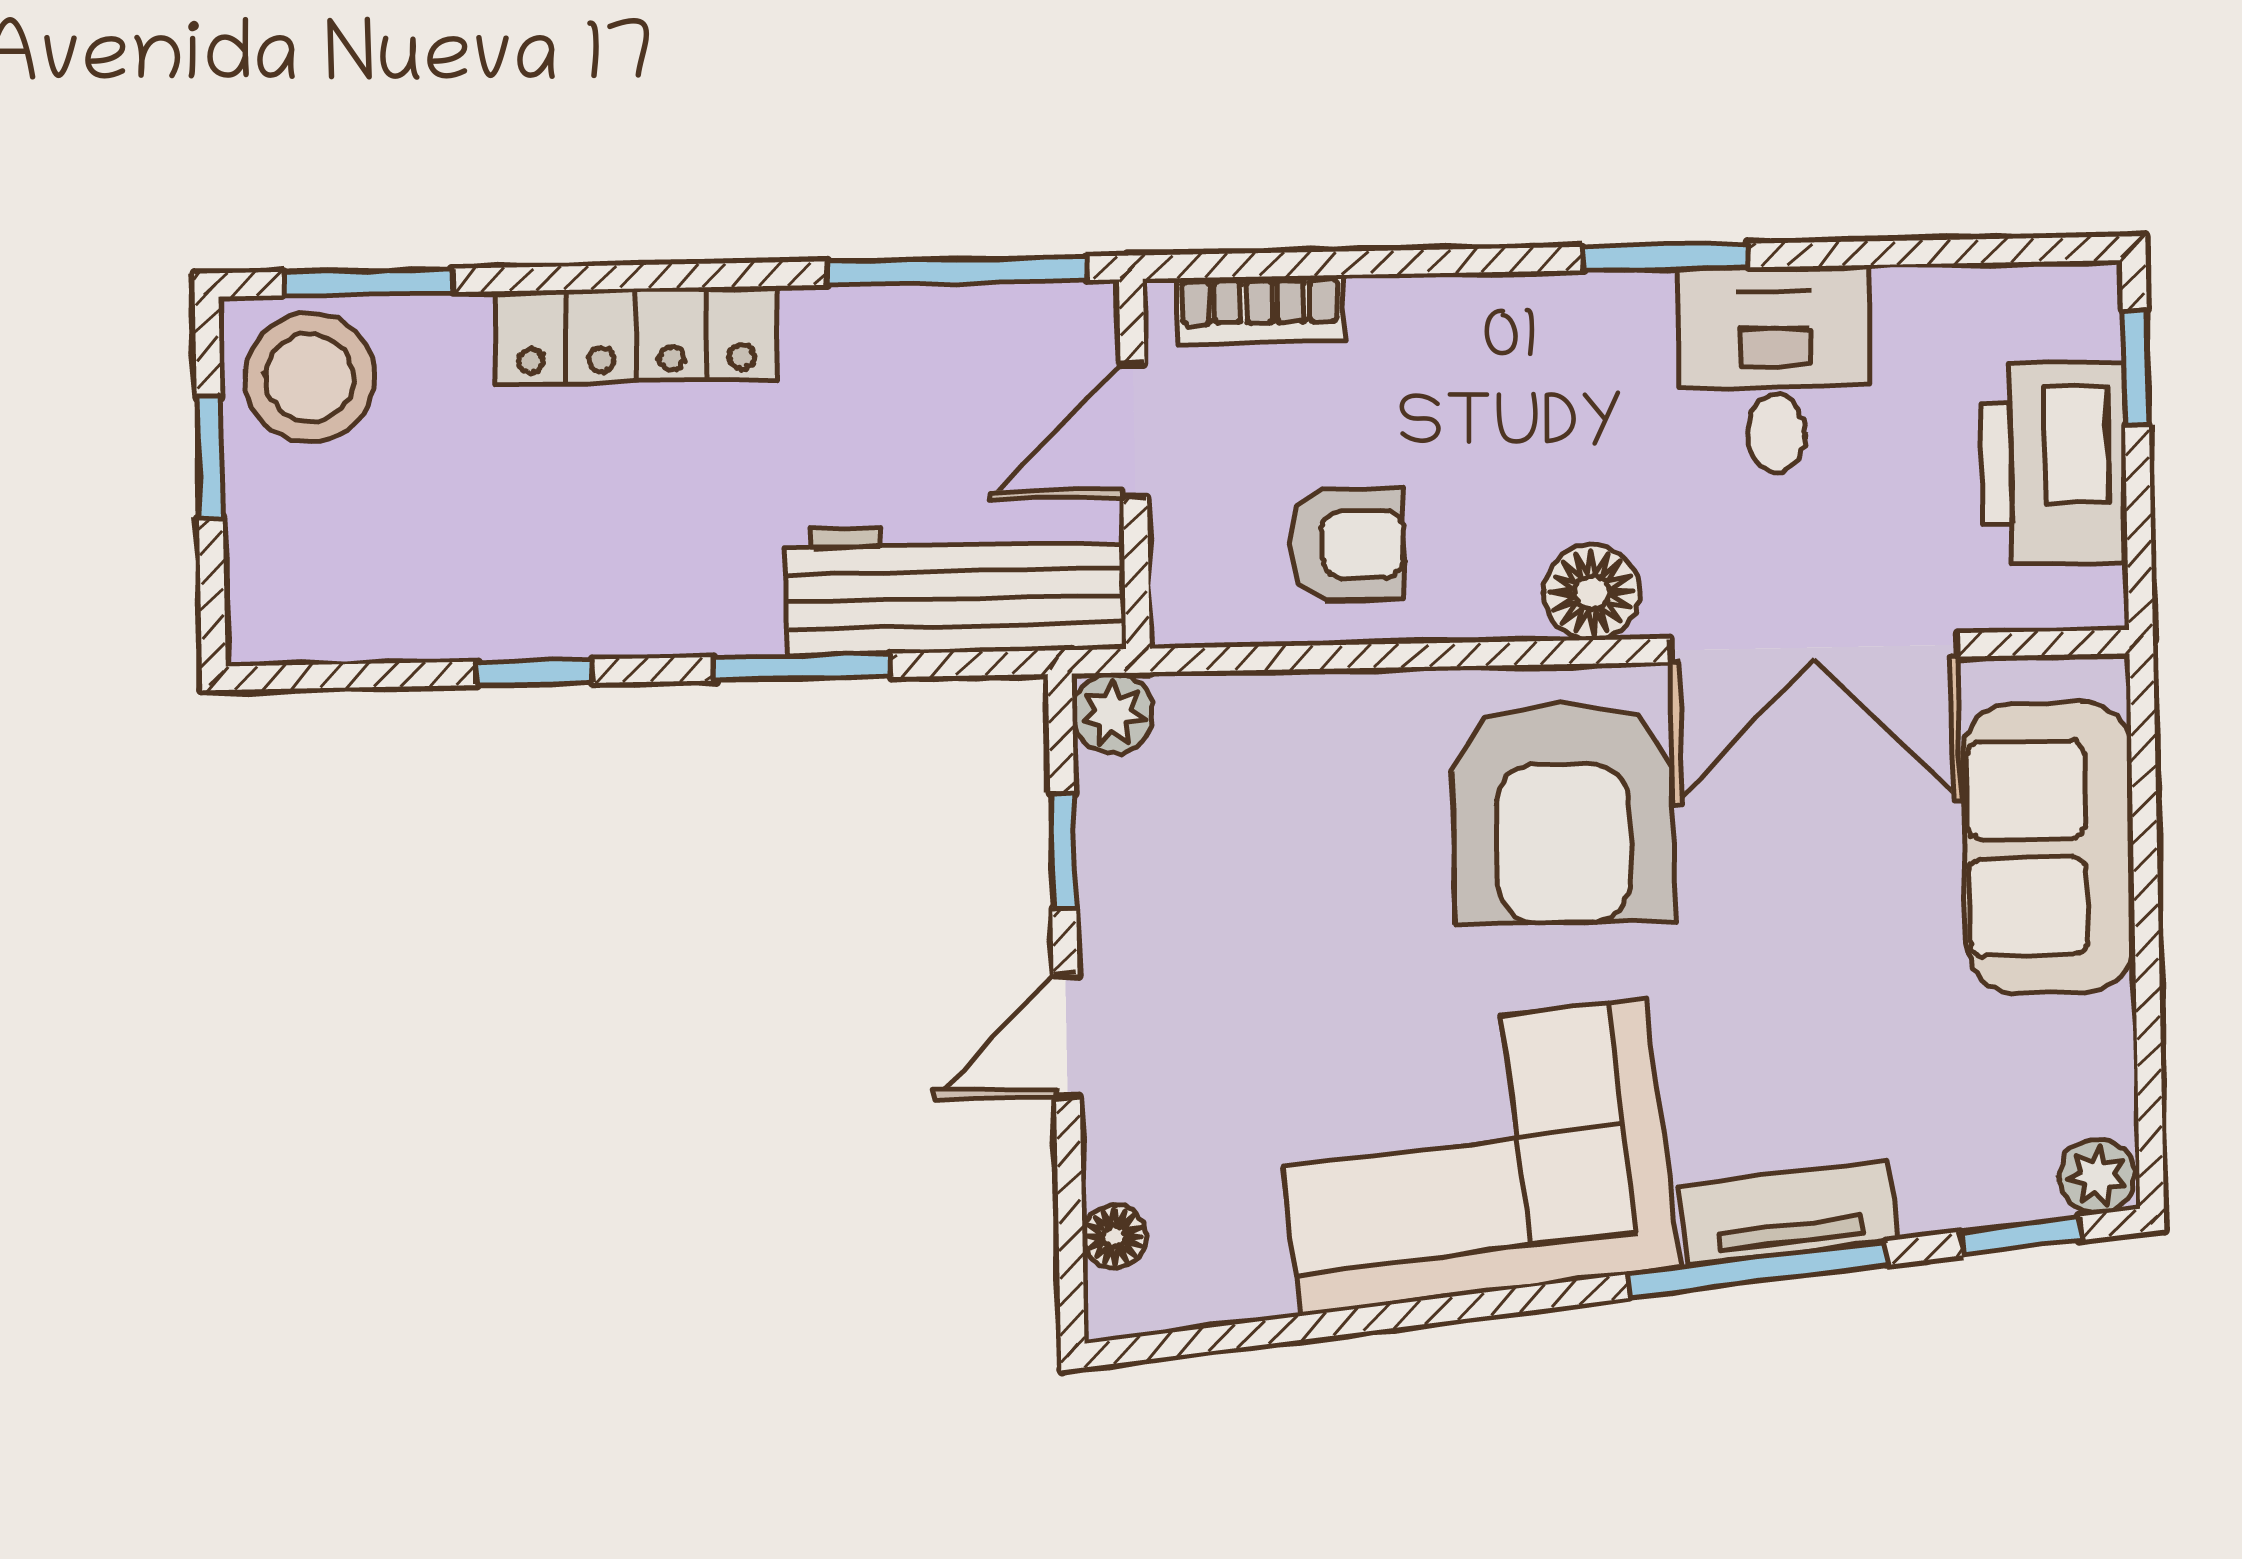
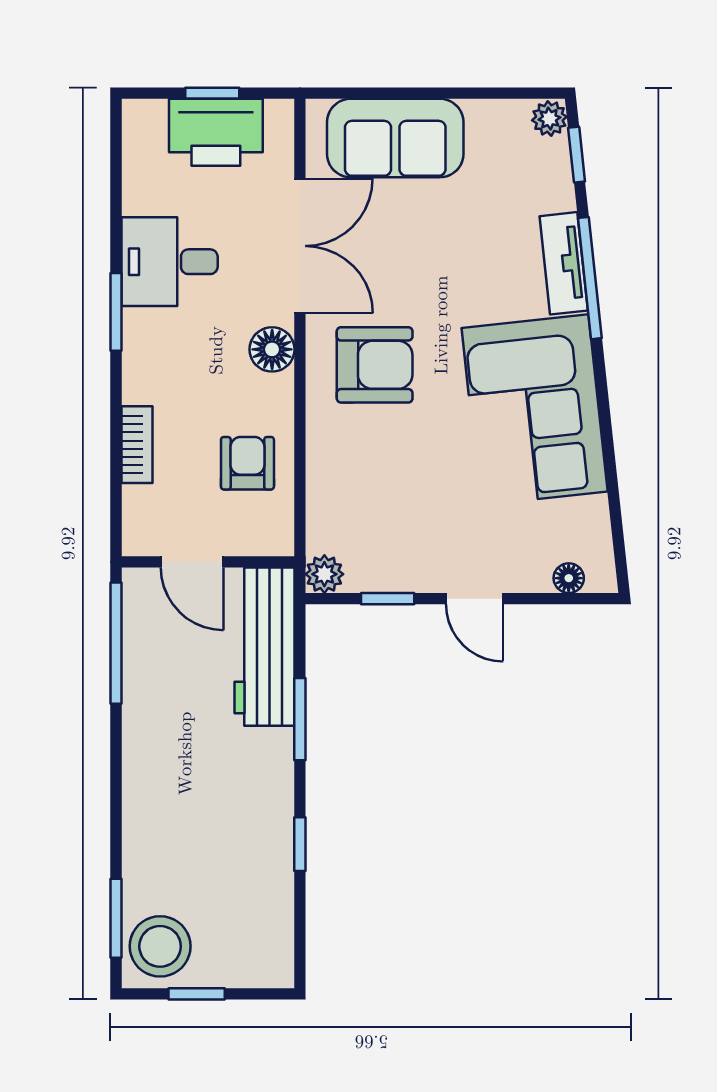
bookcase: (1260, 310) -> (137, 445), moved
locker: (636, 335) -> (143, 794), removed
window: (2136, 368) -> (212, 93), moved
armchair: (1563, 813) -> (375, 365), width x0.73, depth x0.73

